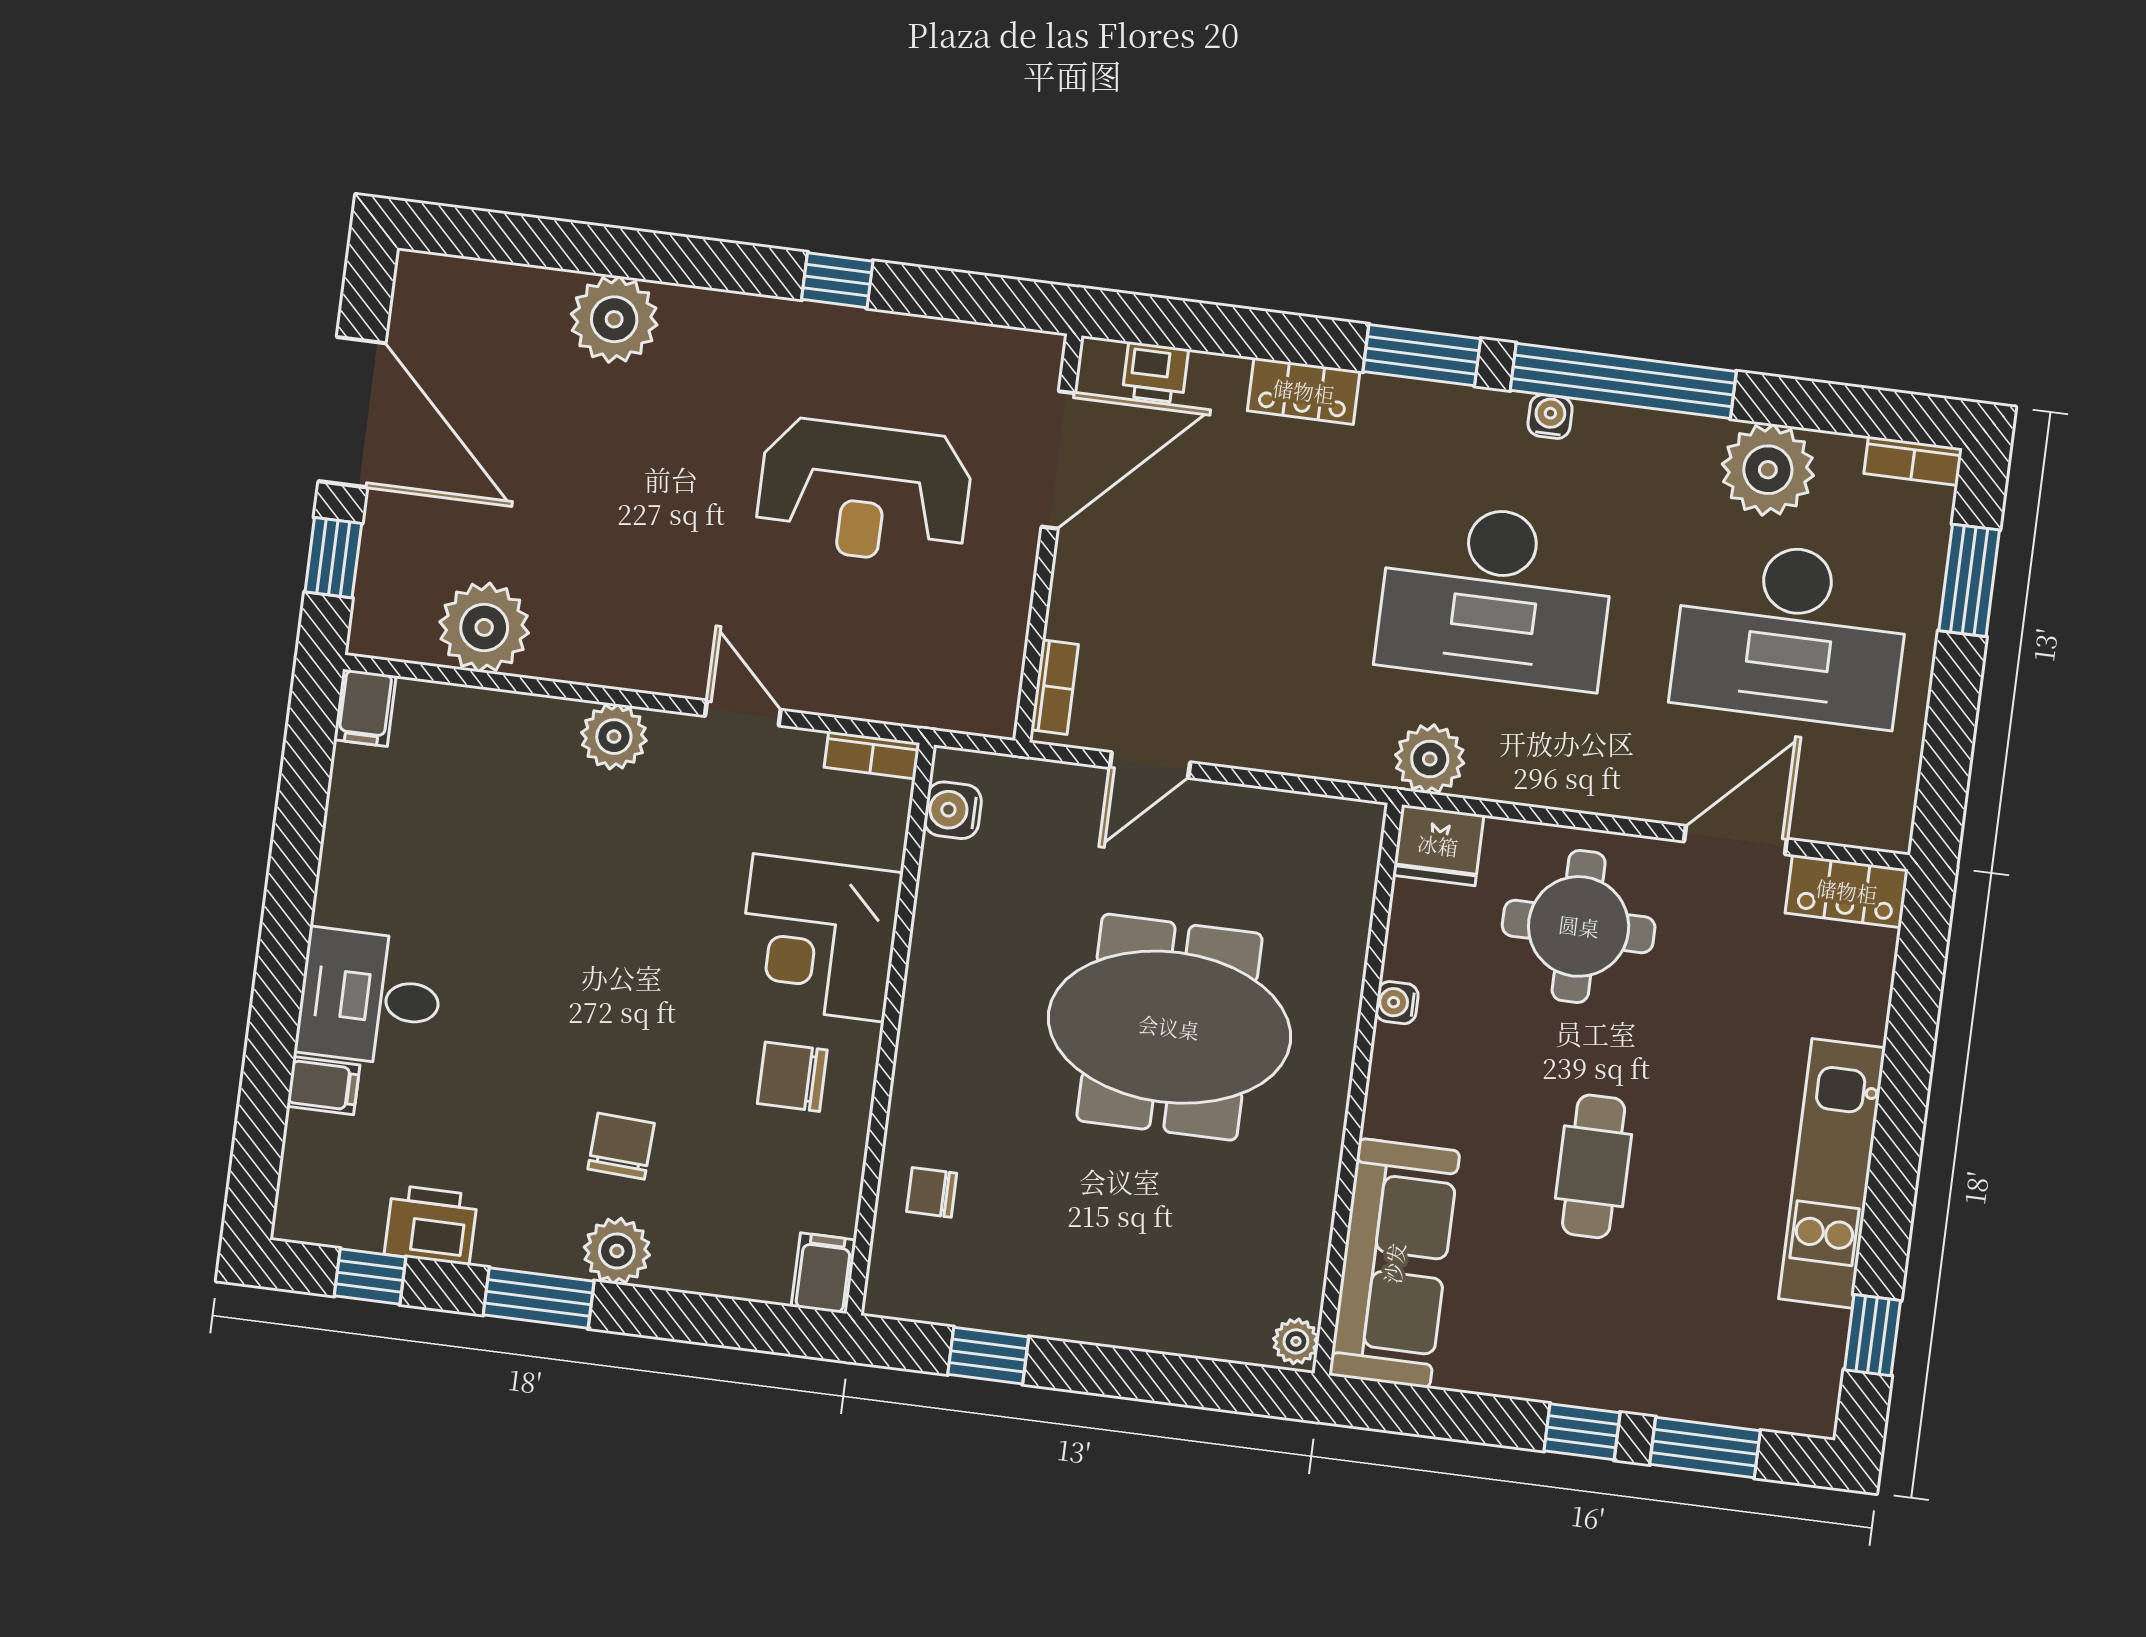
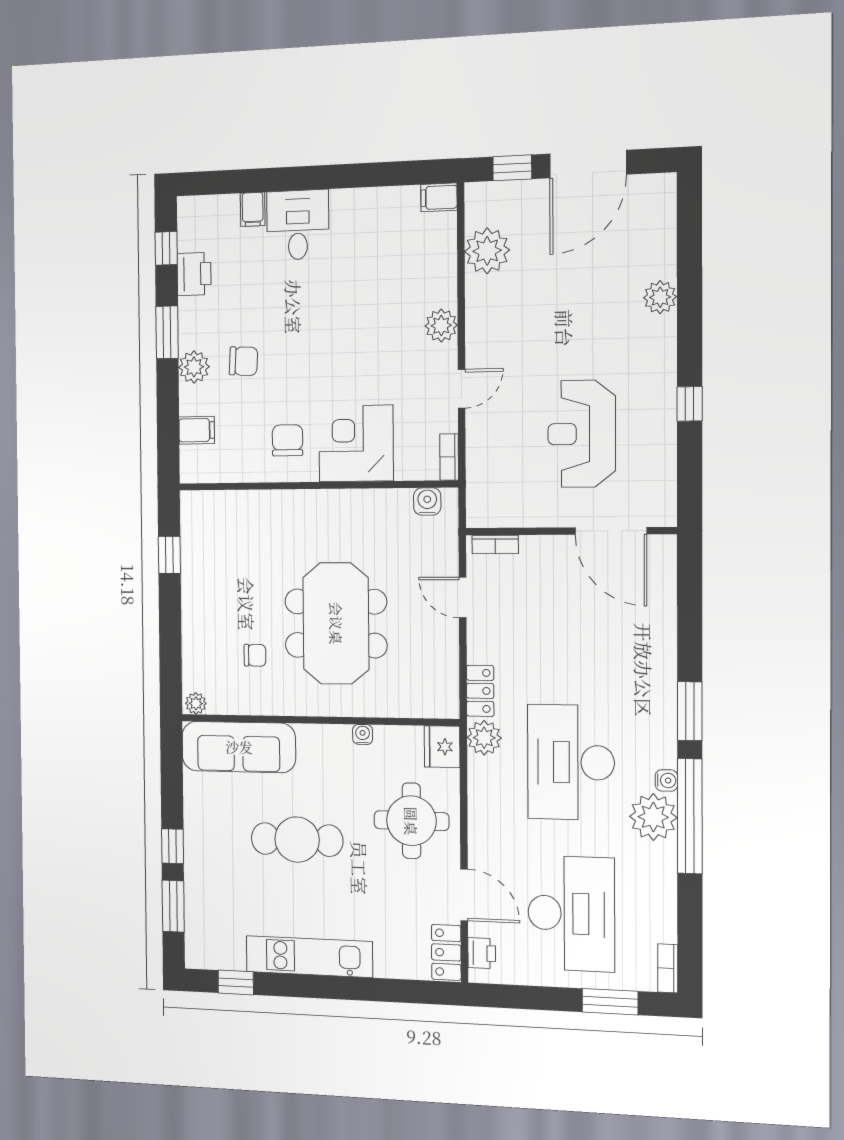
plant: (614, 319) -> (660, 297), width x0.73, depth x0.73
printer: (1155, 372) -> (482, 953), moved, turned 180
locker: (1304, 391) -> (480, 691), moved, turned 180
plant: (1768, 470) -> (653, 817), moved
desk: (1791, 633) -> (571, 914), turned 180
cafe table: (1594, 1166) -> (297, 840), width x1.37, depth x1.35
chair: (932, 1192) -> (255, 655), moved, turned 90
filing cabinet: (824, 1273) -> (197, 430), moved

